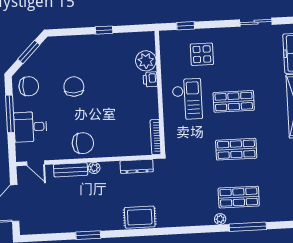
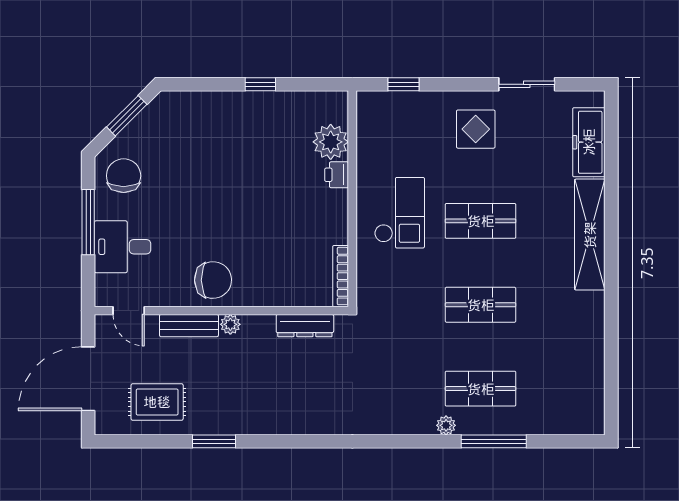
display table: (202, 54) -> (476, 129), moved
chair: (29, 86) -> (124, 176), turned -90
chair: (74, 87) -> (202, 180), removed
rug: (140, 217) -> (157, 402), moved

